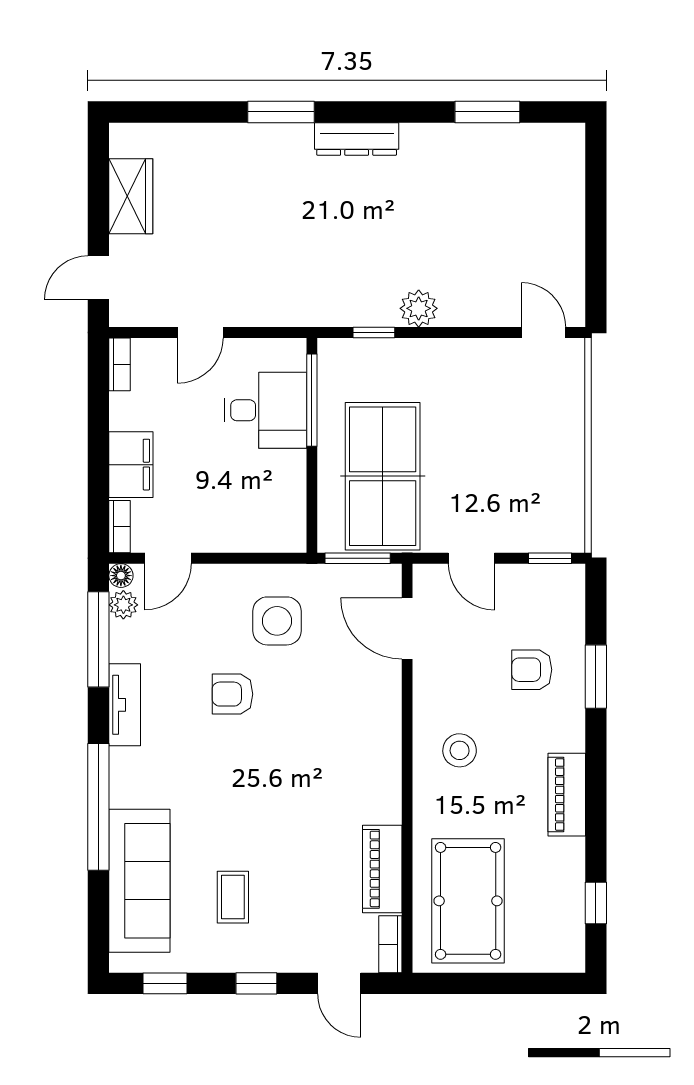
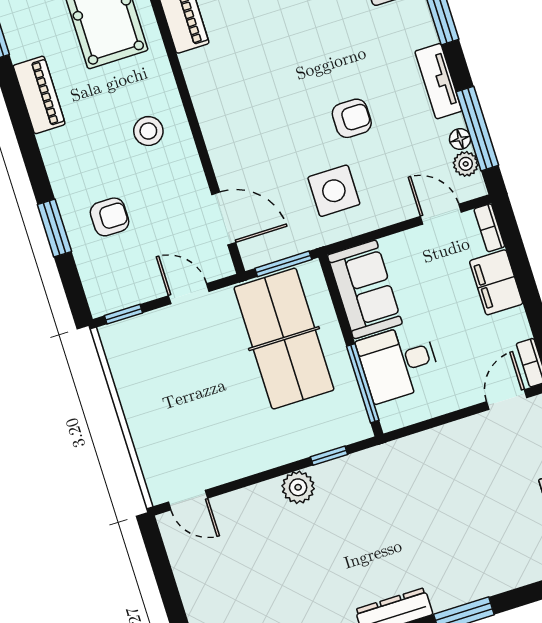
door: (200, 332) -> (507, 400), moved
sofa: (277, 502) -> (365, 289), added
door: (168, 558) -> (441, 214), hinge flipped
floor lamp: (121, 576) -> (460, 139), moved
piano: (567, 795) -> (39, 95), moved

